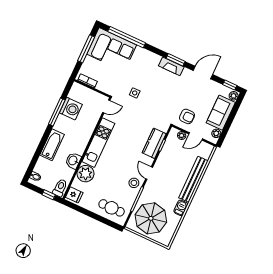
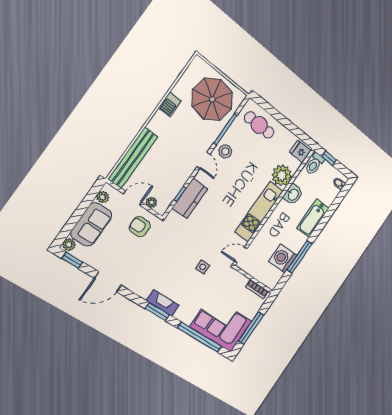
window: (176, 60) -> (157, 312), moved
fireplace: (171, 66) -> (163, 303), moved
bench: (193, 179) -> (133, 158), moved

